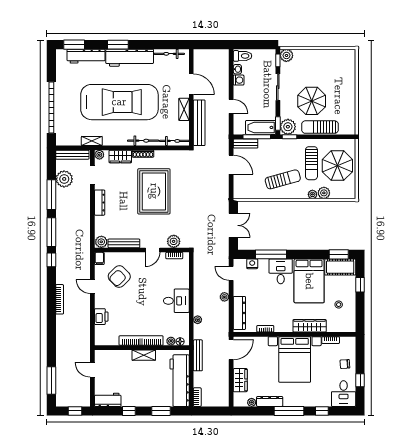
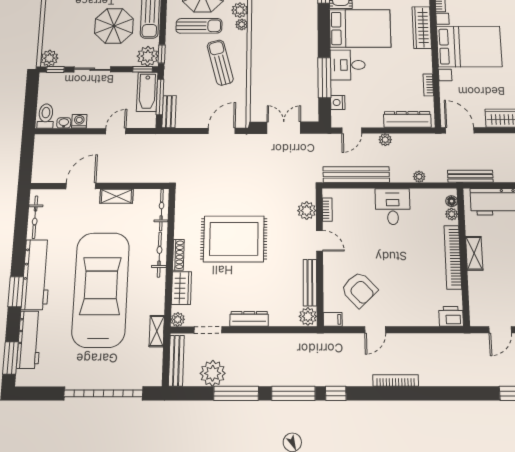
bench: (199, 123) -> (356, 175), moved
door: (231, 165) -> (222, 131), moved
printer: (101, 317) -> (451, 316), moved

